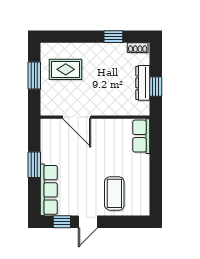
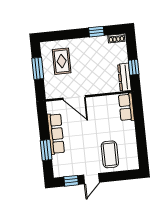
rug: (66, 69) -> (62, 61), turned 90
dresser: (143, 83) -> (124, 77), moved
window: (34, 165) -> (46, 150), moved
row of seats: (49, 190) -> (56, 134), moved

